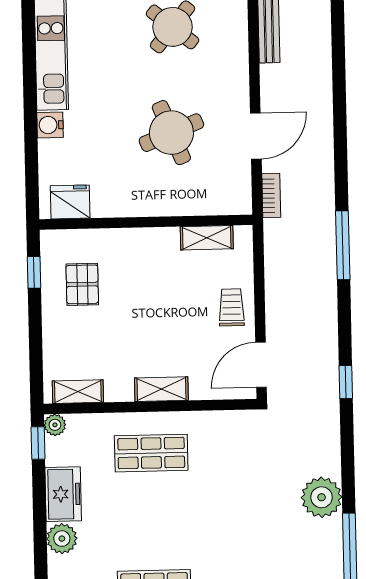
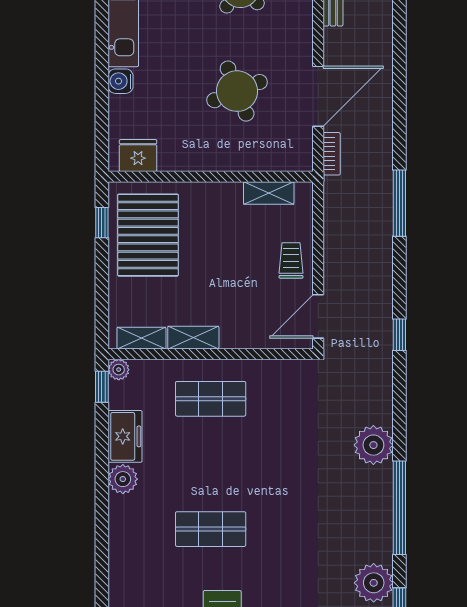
door: (256, 136) -> (318, 96), width x1.36
pallet: (82, 284) -> (148, 235), width x2.05, depth x2.00
shelving: (161, 389) -> (193, 338), moved

